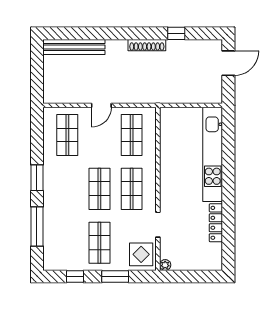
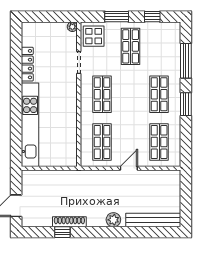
shoe rack: (147, 45) -> (69, 222), moved
plant: (119, 47) -> (113, 220), added
shop shelf: (99, 189) -> (159, 94), moved

